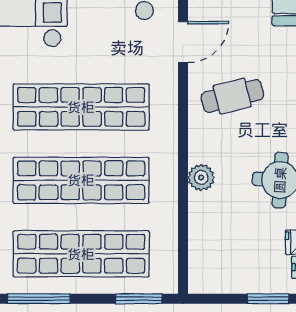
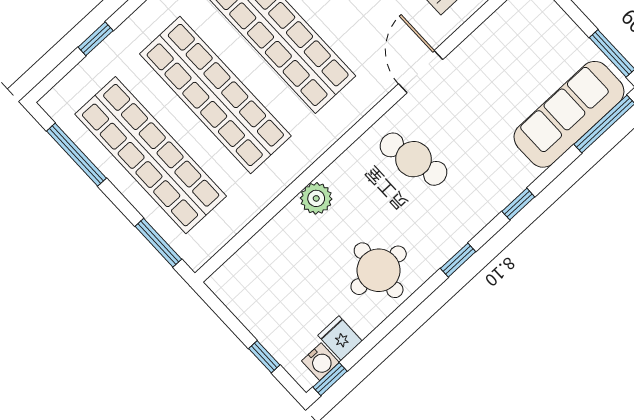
door: (183, 42) -> (421, 72), swing flipped
window: (268, 299) -> (264, 357), width x0.67

